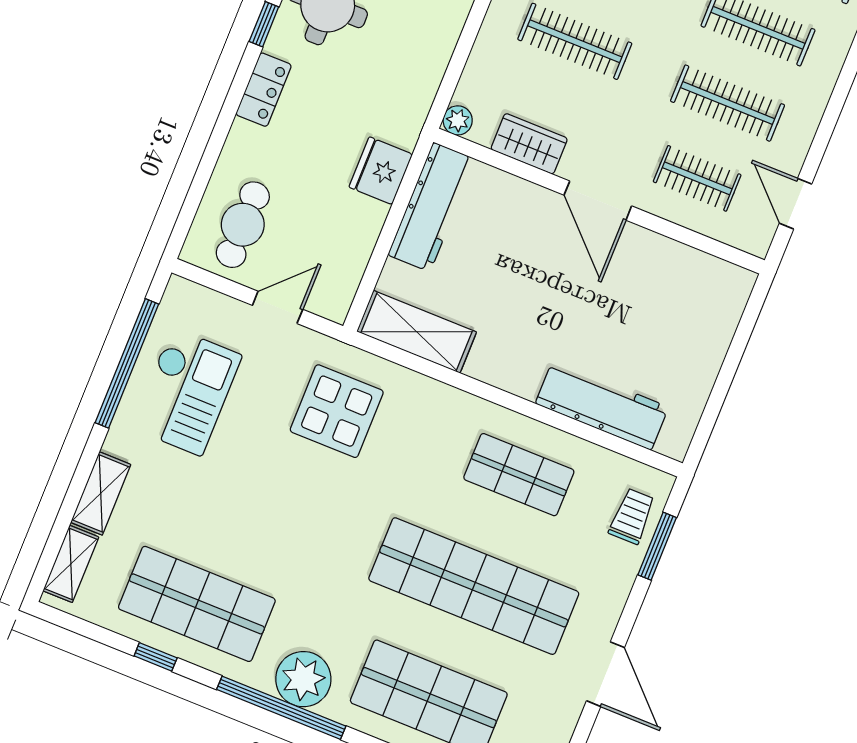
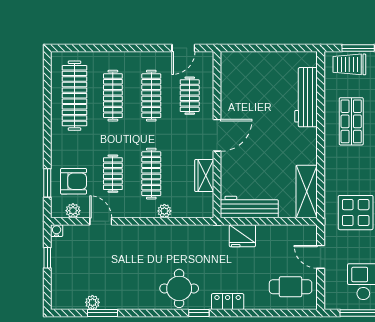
plant: (458, 120) -> (164, 211), moved
trolley: (632, 516) -> (349, 64), width x1.36, depth x1.39

